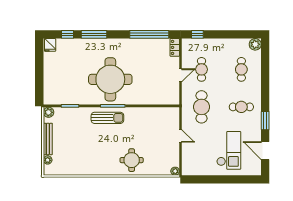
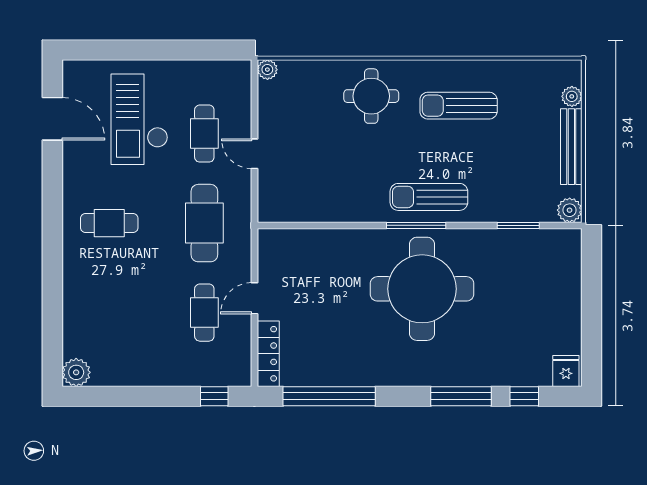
locker: (175, 47) -> (268, 354), width x1.53
cafe table: (241, 69) -> (204, 134), moved
window: (265, 121) -> (52, 190), removed
sun lounger: (95, 156) -> (459, 106), added

